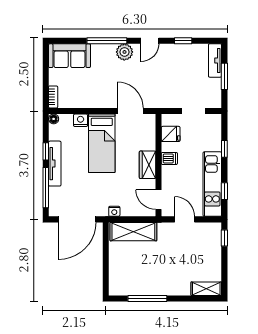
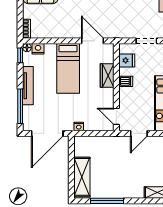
nightstand: (81, 120) -> (38, 49), moved
window: (46, 151) -> (20, 55), moved
wardrobe: (148, 165) -> (107, 76), moved
door: (185, 219) -> (139, 133), swing flipped
shelving: (133, 232) -> (82, 177), moved, turned 90

